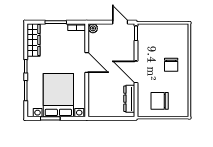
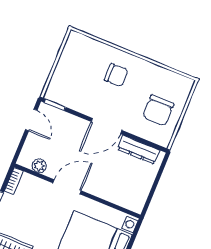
door: (120, 22) -> (31, 120), swing flipped
plant: (93, 28) -> (39, 166), moved

